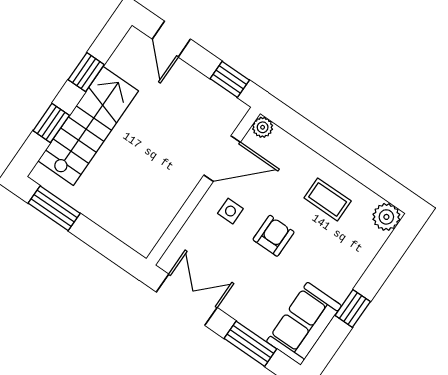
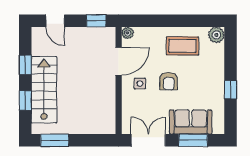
coffee table: (328, 199) -> (183, 46), width x1.36, depth x1.30
armchair: (274, 236) -> (169, 81), turned 180
sofa: (304, 324) -> (191, 122), moved, turned 90

